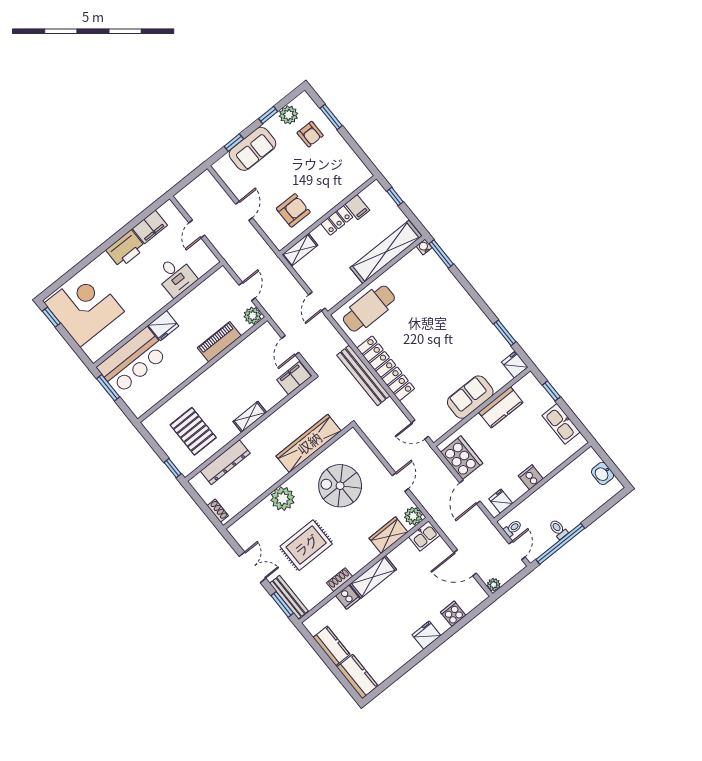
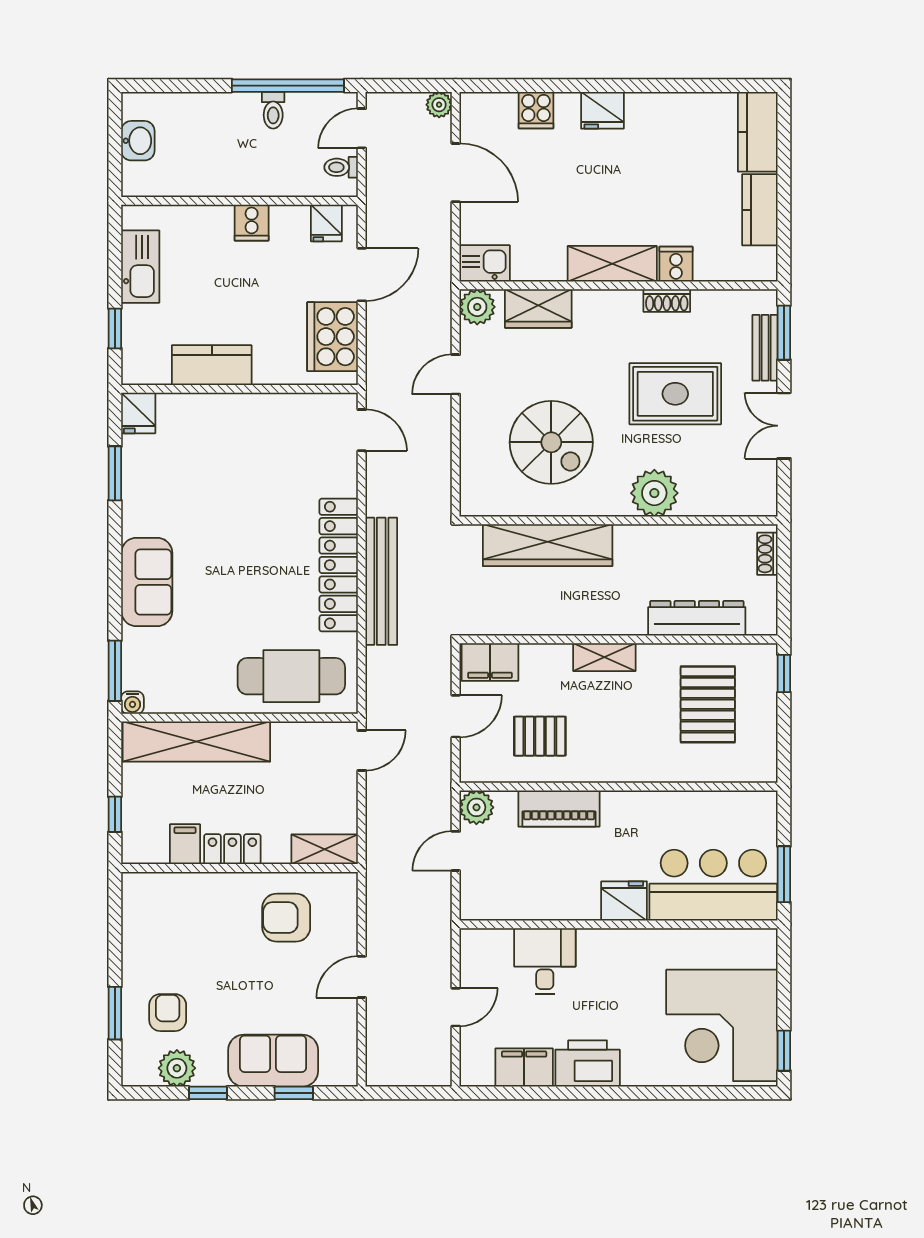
pallet: (250, 365) -> (540, 736), added
sofa: (470, 397) -> (147, 582), moved, turned -90
bench: (289, 597) -> (765, 348), width x0.73

